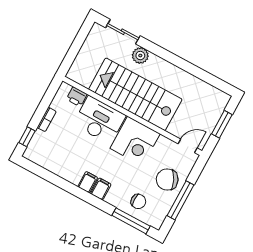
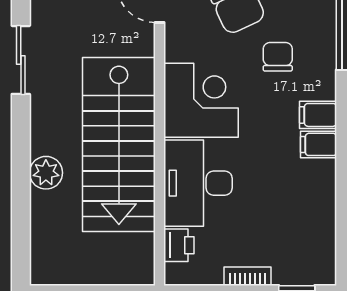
sliding door: (123, 32) -> (21, 60), moved
chair: (138, 201) -> (278, 57), moved

